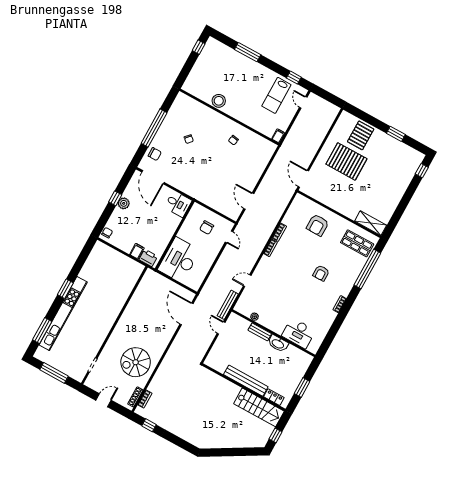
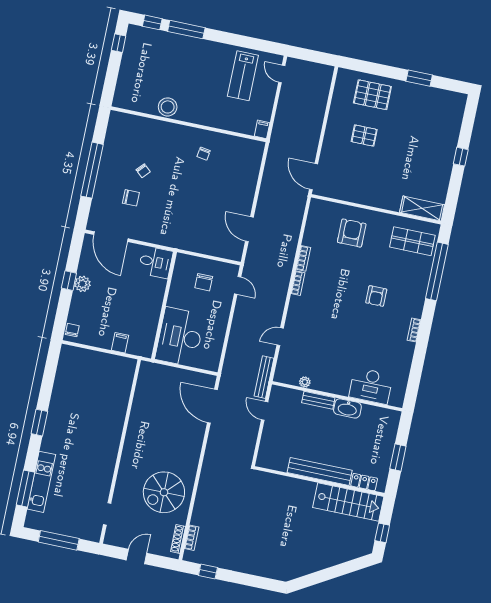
window: (294, 78) -> (152, 22), moved
pallet: (361, 135) -> (372, 95), turned 90
chair: (155, 154) -> (131, 198), moved
pallet: (346, 161) -> (364, 136), width x0.49, depth x0.50
window: (422, 171) -> (461, 157), moved
armchair: (318, 225) -> (352, 233), turned 180
printer: (148, 258) -> (138, 347), removed
kitchen unit: (63, 314) -> (41, 482), width x0.54

